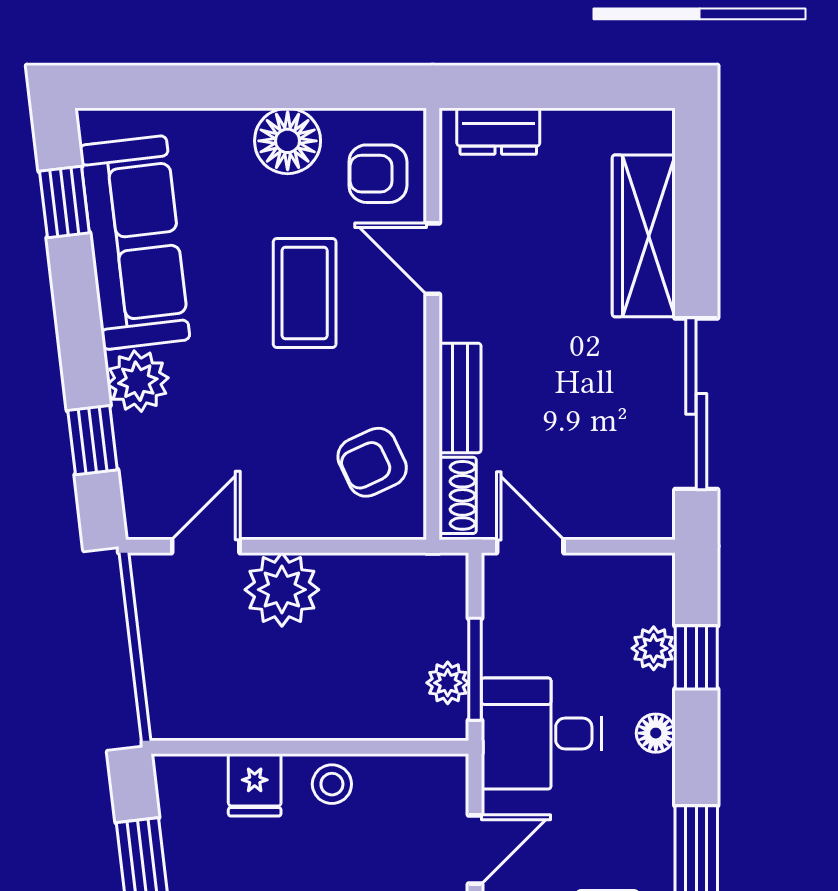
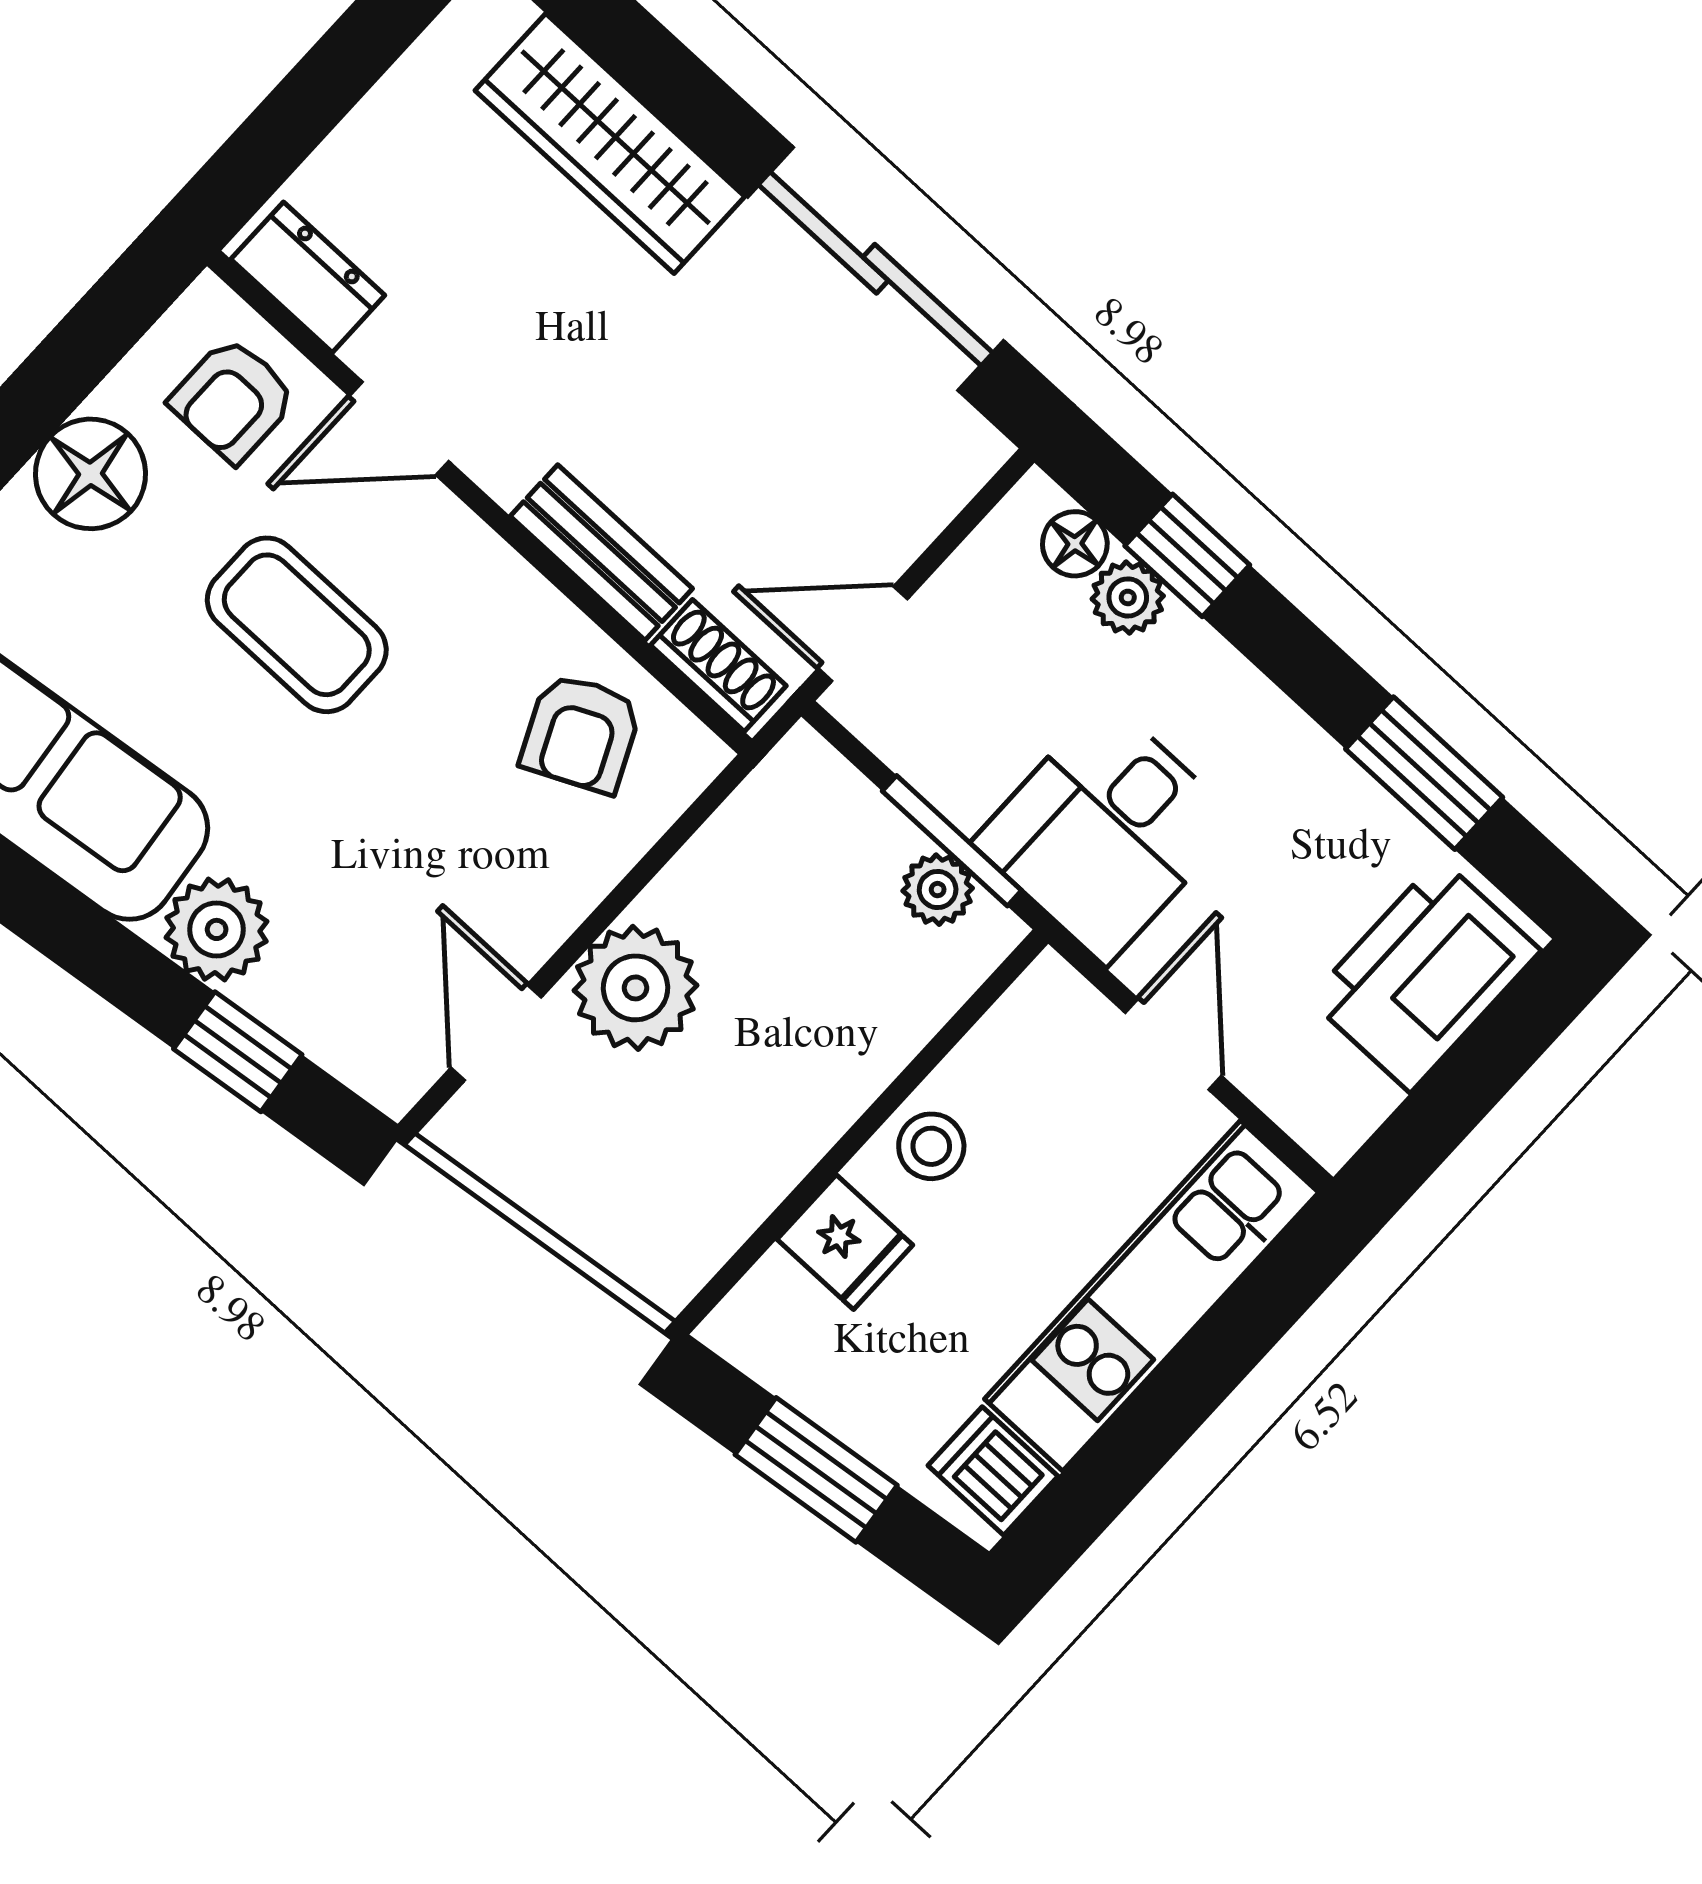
dresser: (498, 131) -> (308, 277), moved, turned -90
floor lamp: (656, 733) -> (1075, 544), moved

